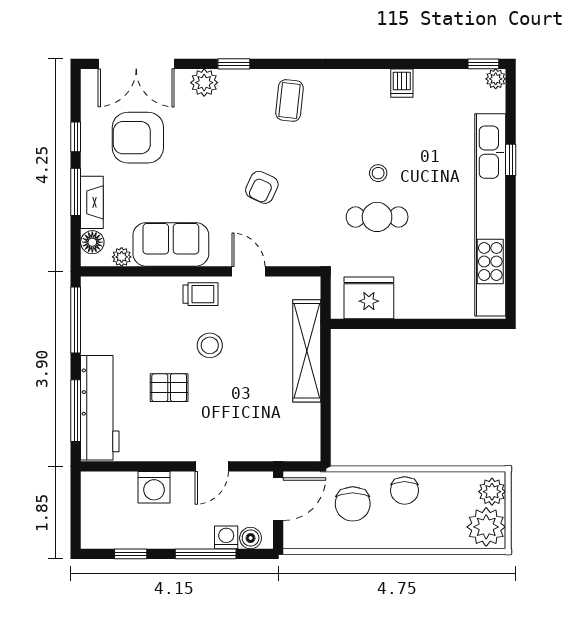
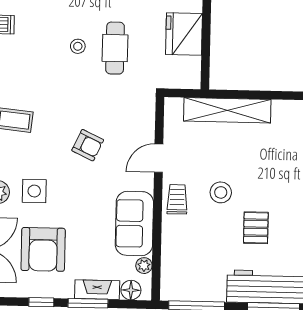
side table: (206, 126) -> (34, 191), added
fridge: (369, 298) -> (184, 34), moved

